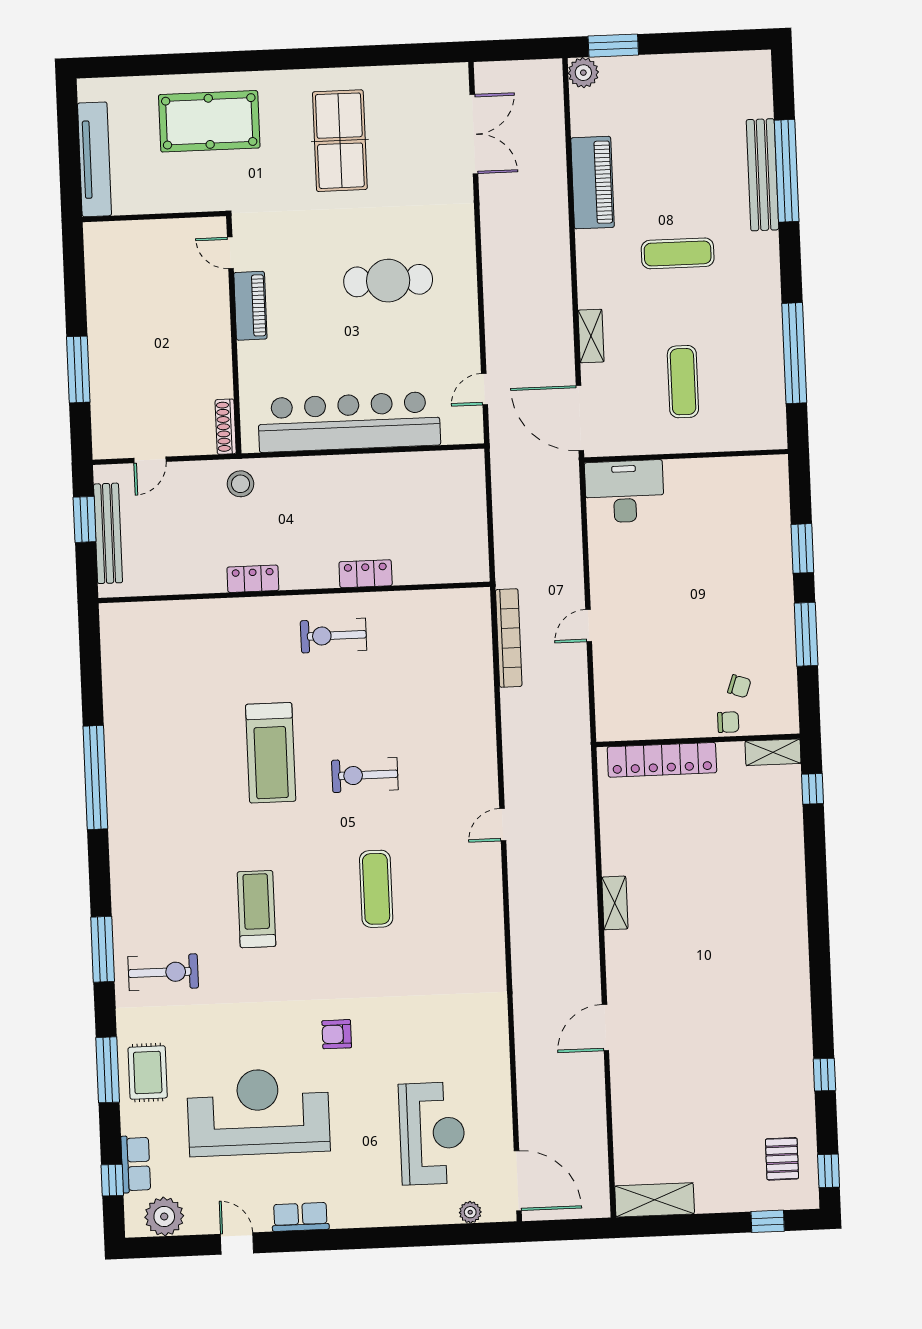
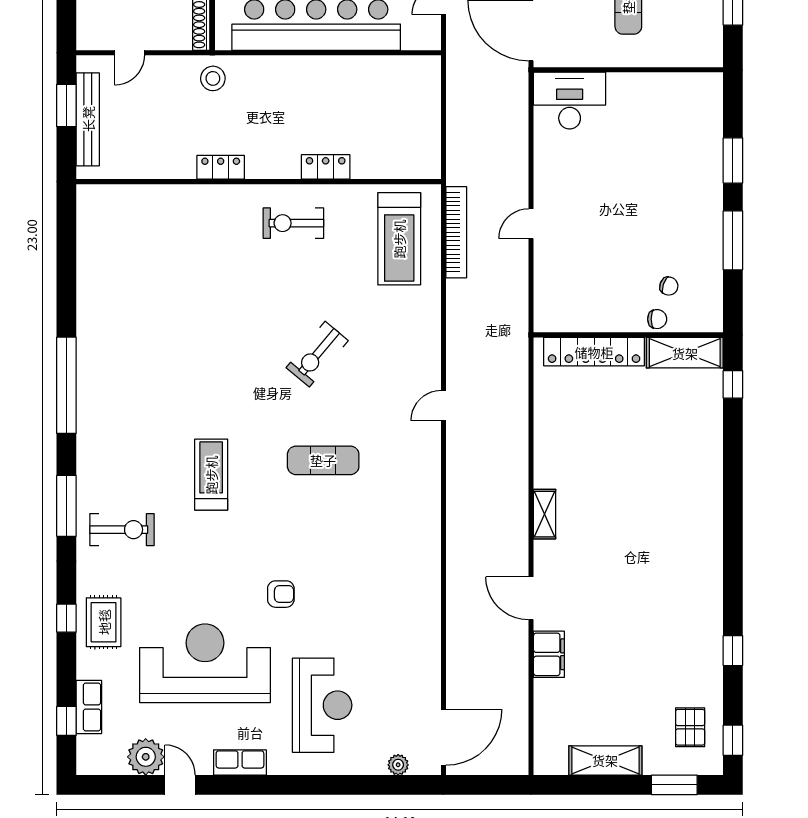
shelving: (773, 752) -> (685, 353), width x1.50, depth x1.33
treadmill: (271, 753) -> (399, 239), moved
exercise bike: (365, 775) -> (317, 354), turned -50
window: (95, 777) -> (66, 385), moved
exercise mat: (376, 889) -> (323, 460), turned 90
shelving: (615, 903) -> (545, 514), moved
door: (605, 1028) -> (531, 598), hinge flipped
armchair: (337, 1034) -> (281, 594), turned 180
window: (108, 1070) -> (66, 618), width x0.46
filing cabinet: (627, 1087) -> (549, 654), added
reception desk: (432, 1133) -> (322, 705), moved
door: (518, 1181) -> (443, 737), hinge flipped
shelving: (655, 1200) -> (605, 760), moved
plant: (164, 1216) -> (146, 757), moved
window: (768, 1221) -> (674, 785), width x1.50

